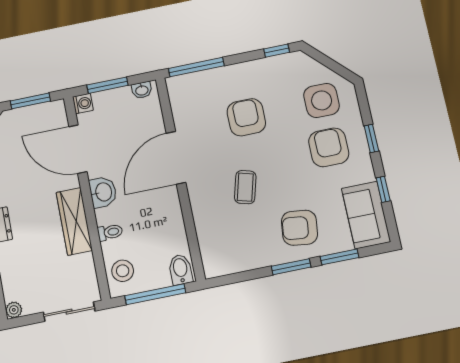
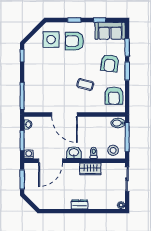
armchair: (246, 117) -> (114, 96), moved, turned -90
wardrobe: (74, 221) -> (90, 169), width x0.67

